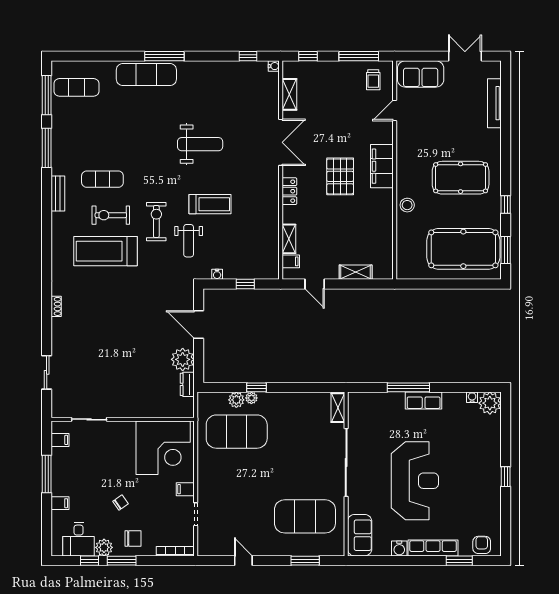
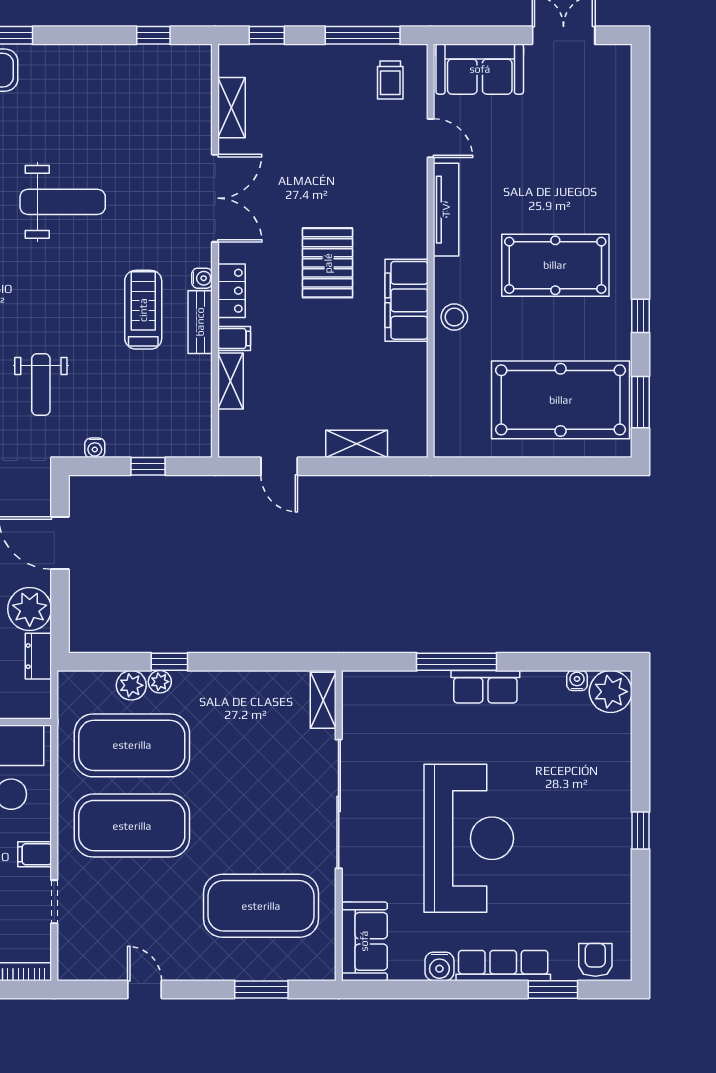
water cooler: (274, 66) -> (202, 278), moved
tv unit: (494, 103) -> (446, 210), moved, turned 180
door: (395, 110) -> (431, 138), swing flipped
filing cabinet: (382, 166) -> (406, 300), moved
treadmill: (210, 204) -> (143, 310), moved, turned -90
bench: (273, 208) -> (200, 322), added
filing cabinet: (291, 261) -> (234, 338), moved
exercise mat: (237, 474) -> (132, 826), added

